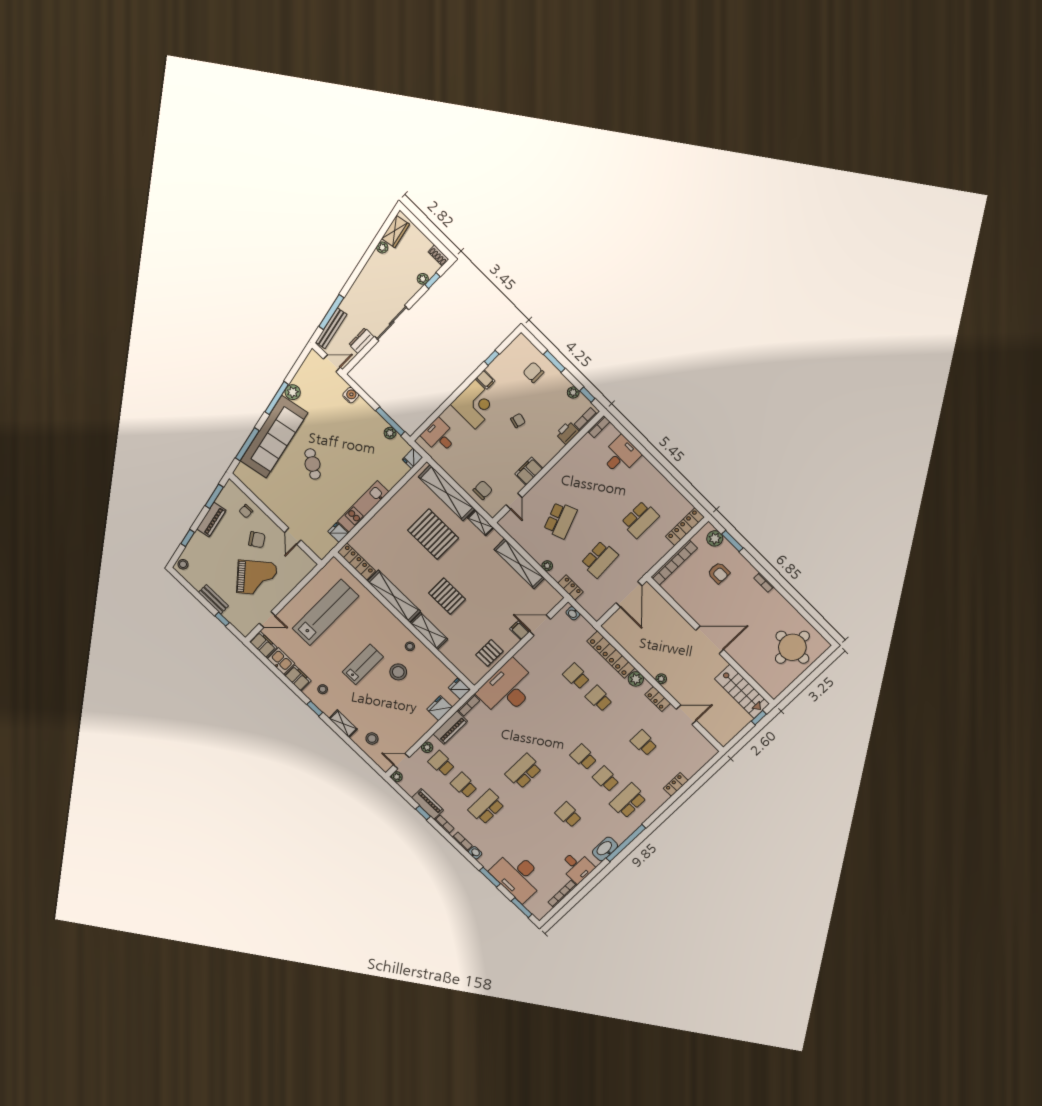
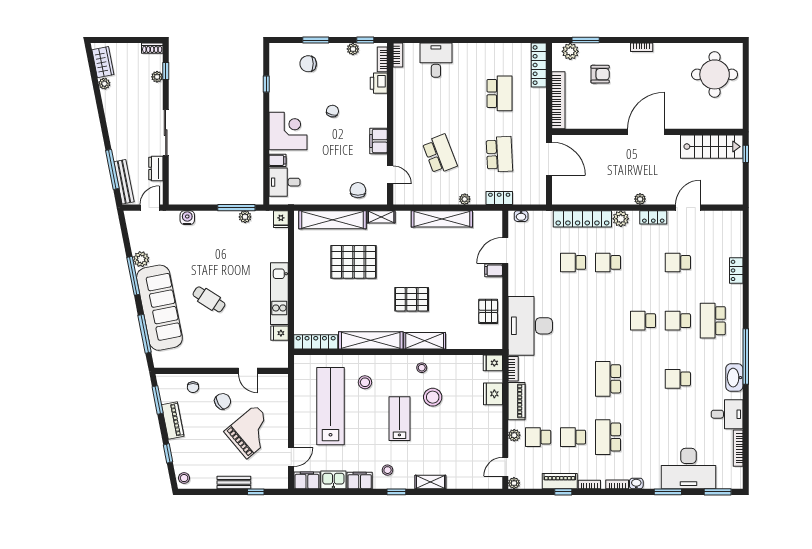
filing cabinet: (485, 380) -> (278, 160), moved
stool: (372, 739) -> (365, 382), moved

